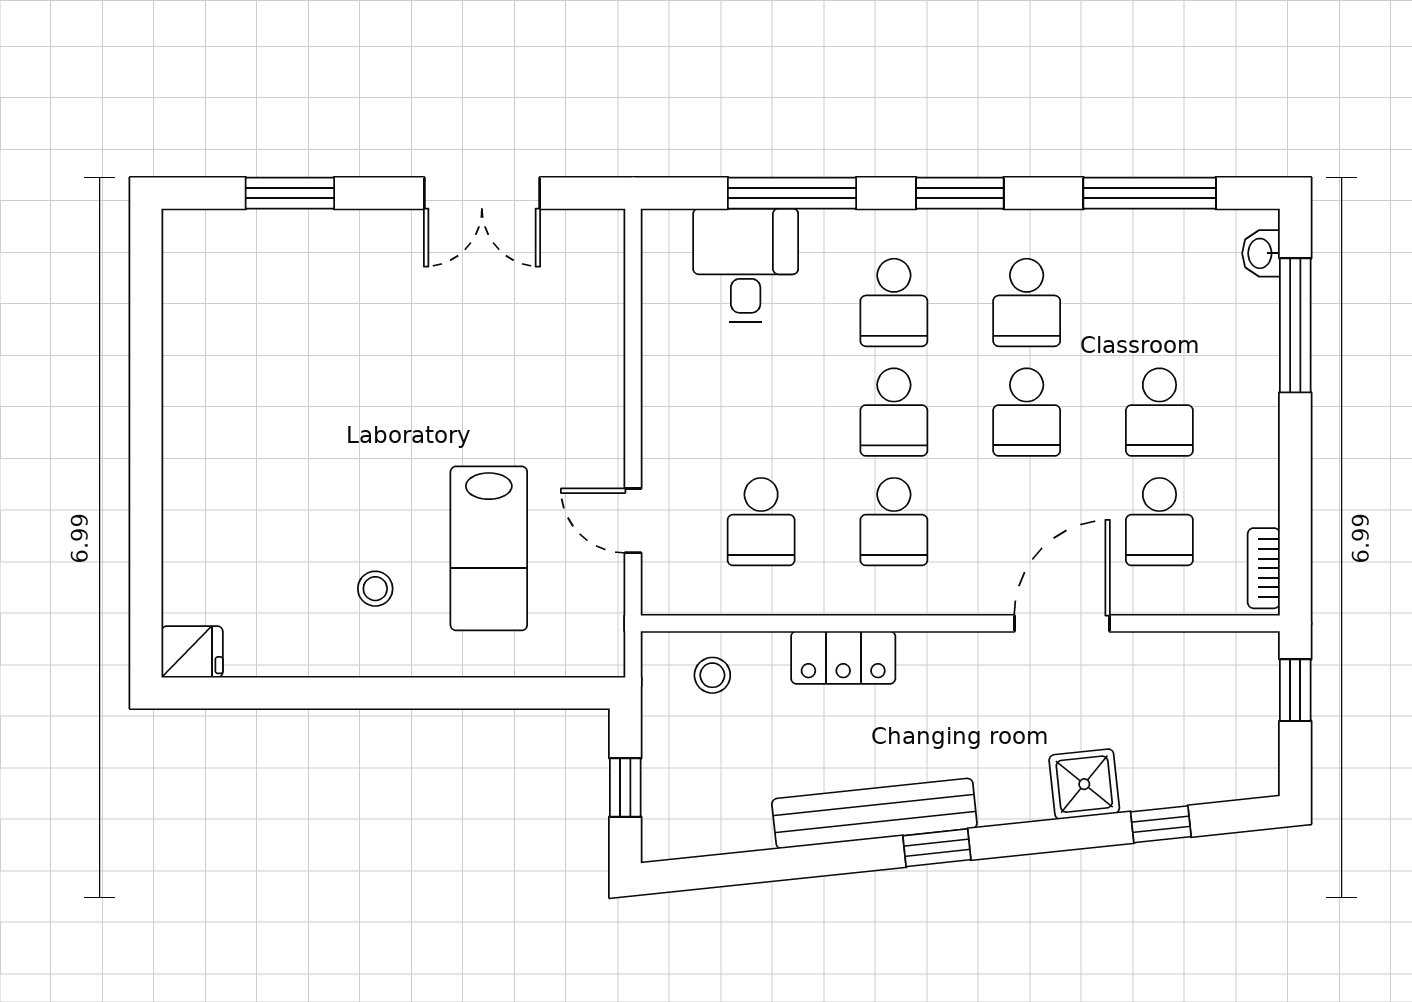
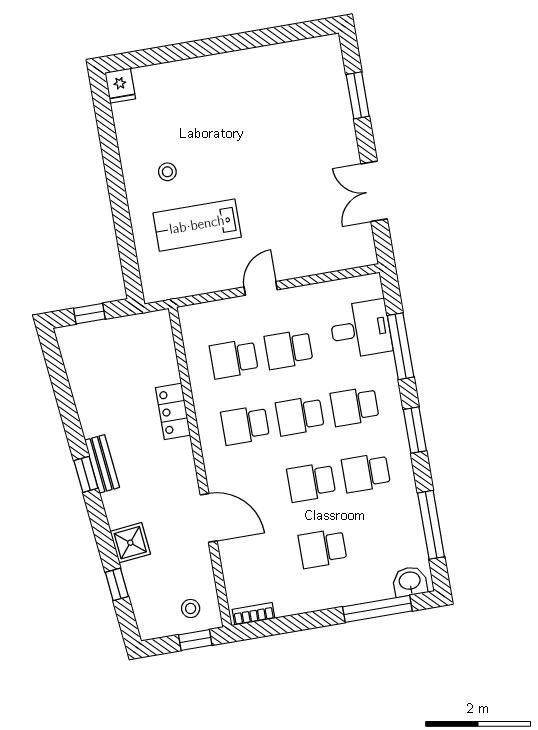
washbasin: (1261, 253) -> (410, 581), width x1.38, depth x1.45
door: (633, 521) -> (261, 288), moved
school desk: (1159, 522) -> (289, 349), moved
stool: (712, 675) -> (191, 608), moved
bench: (874, 813) -> (102, 464), width x0.54, depth x0.82

